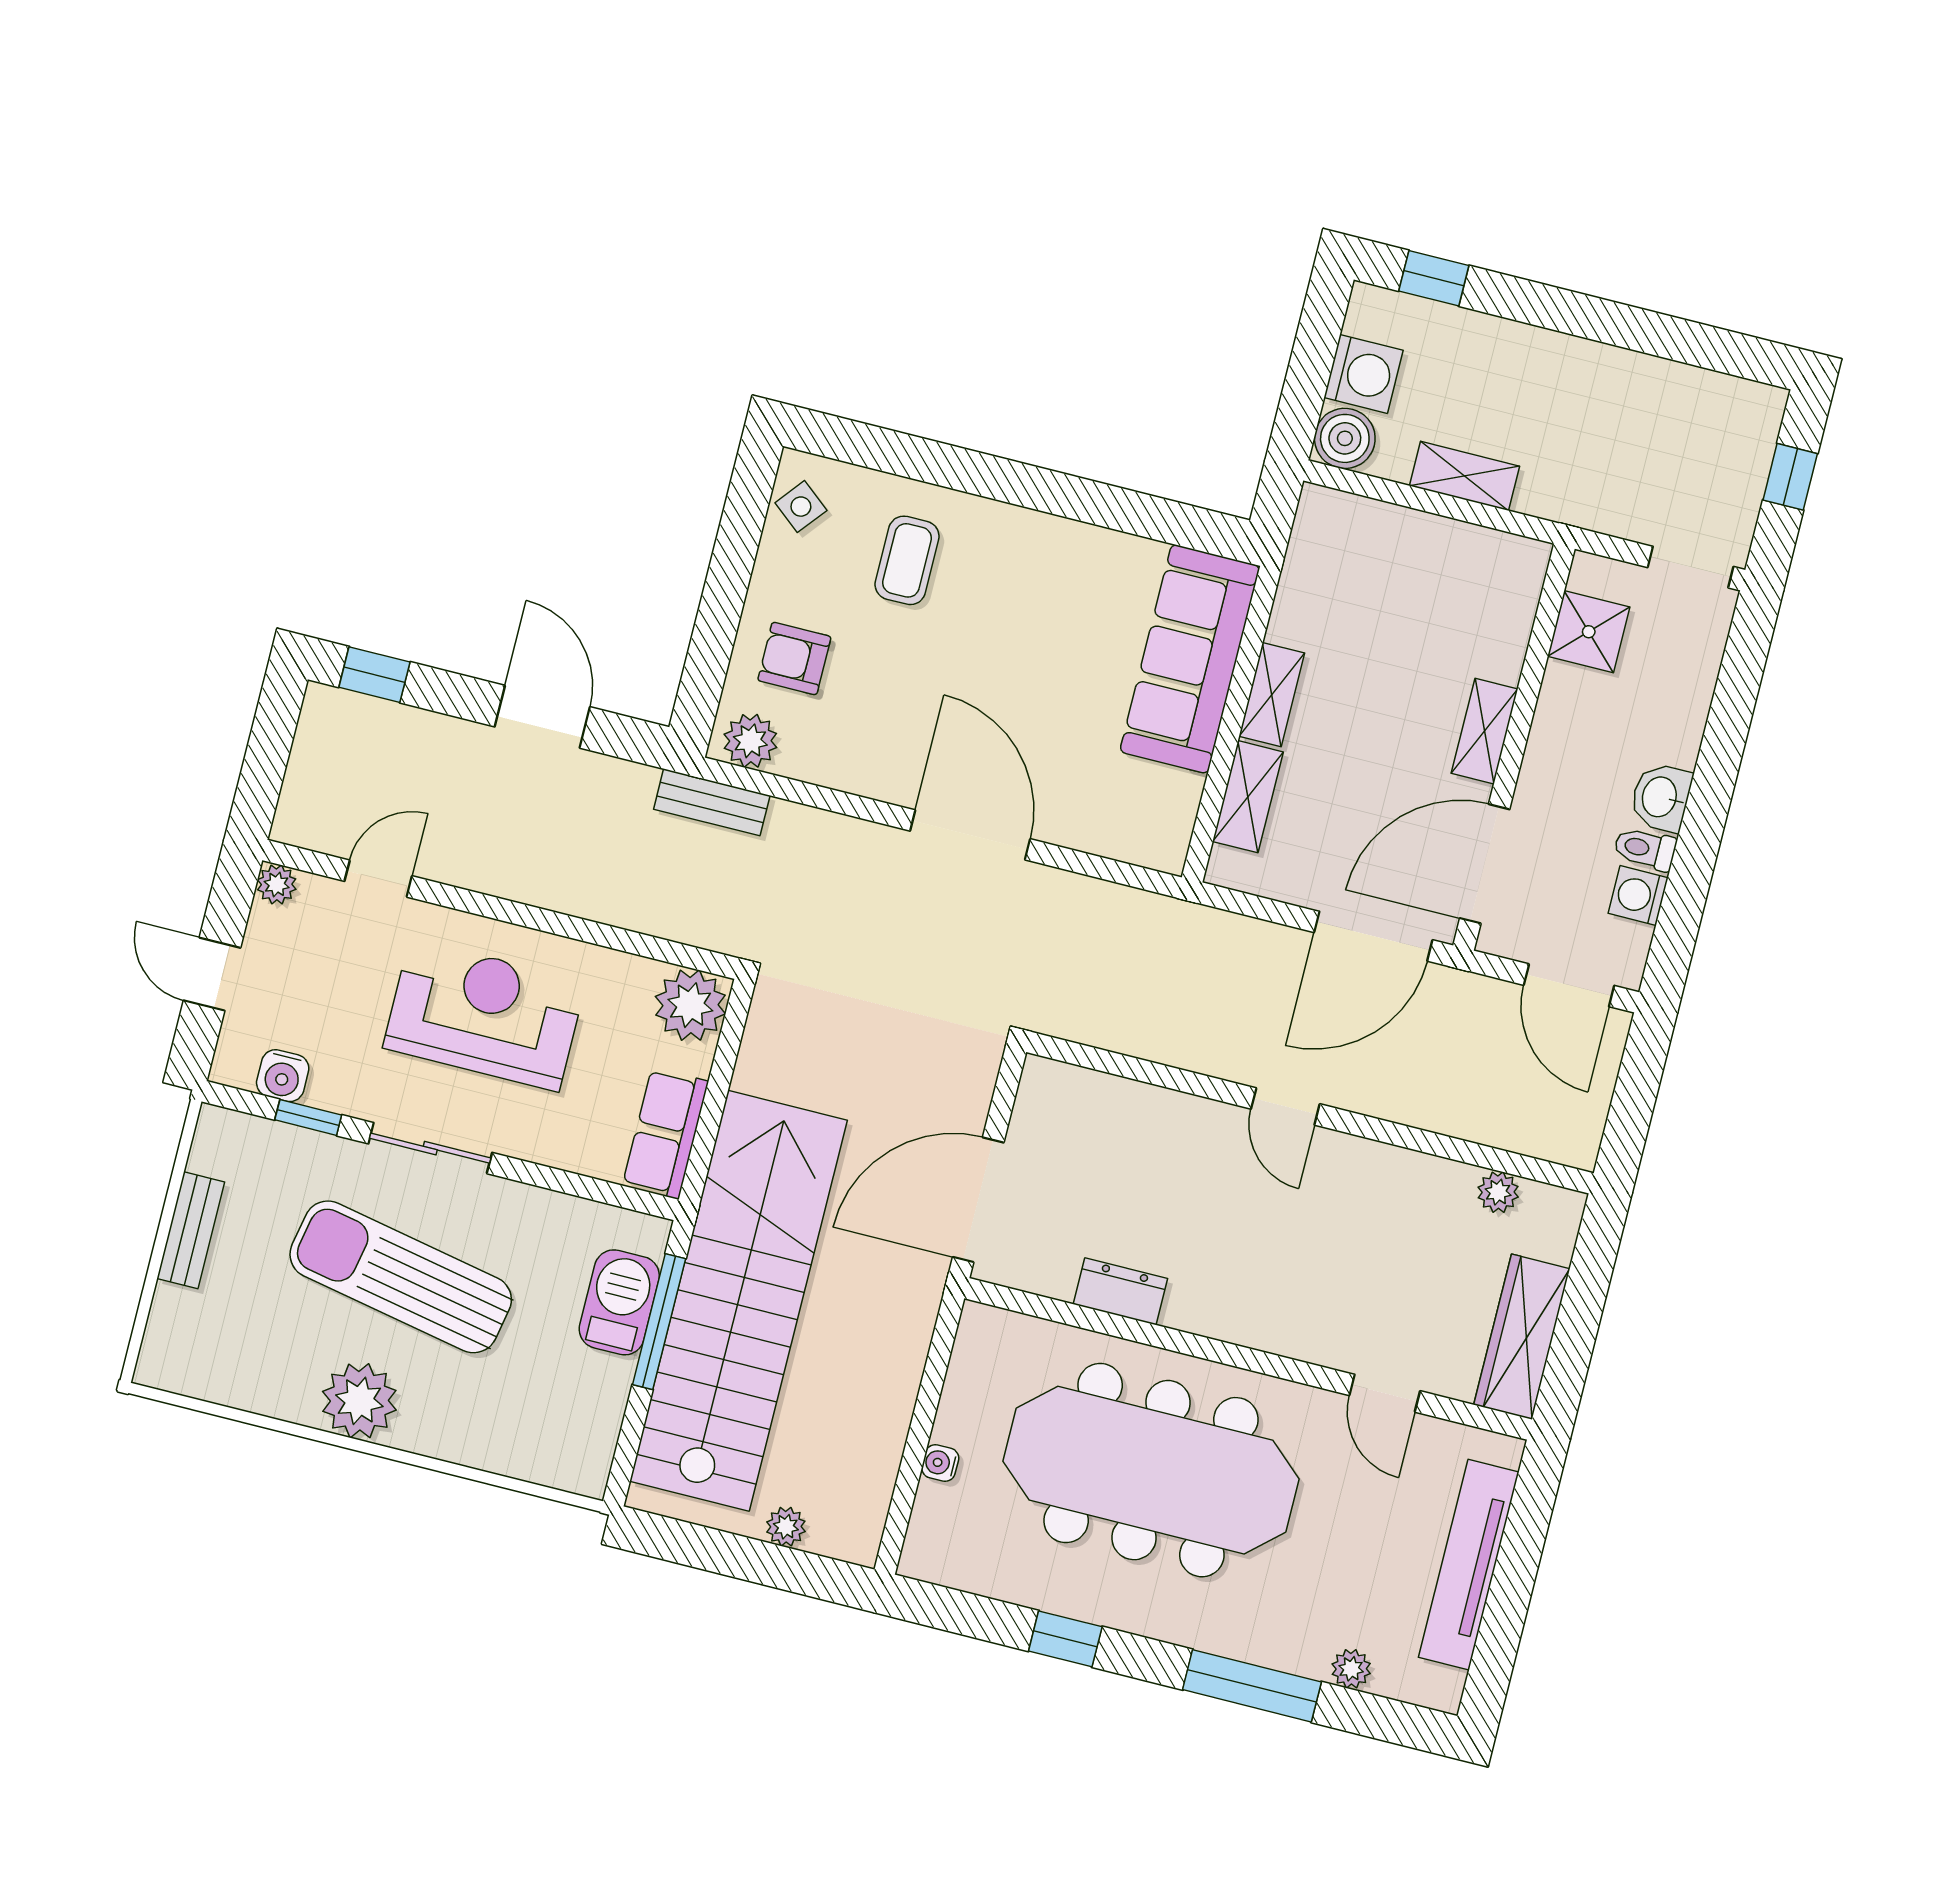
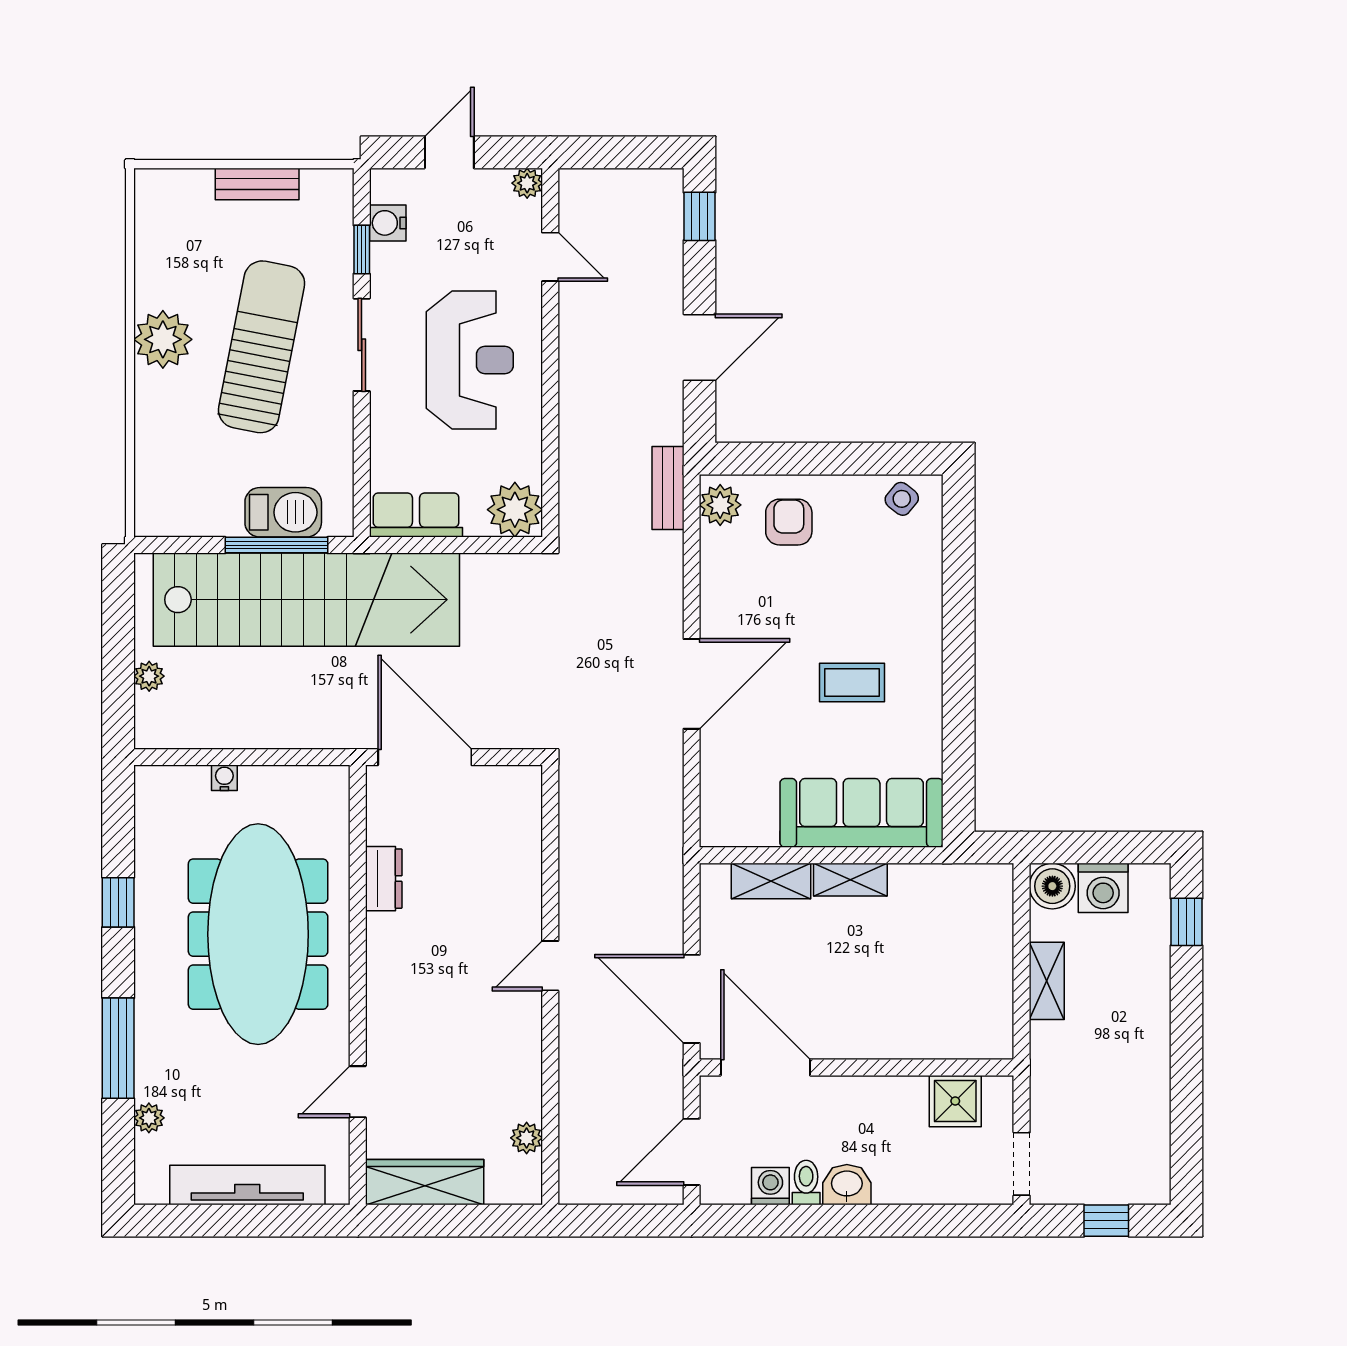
coffee table: (907, 560) -> (852, 683), moved
shelving: (1485, 731) -> (863, 1043), removed

